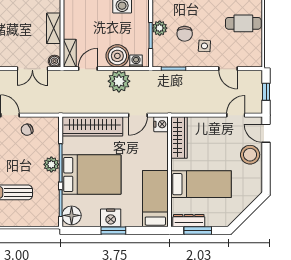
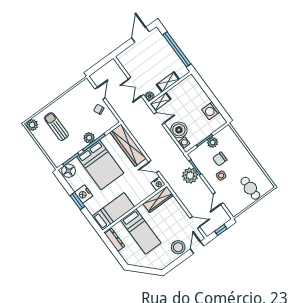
plant: (119, 81) -> (190, 176), moved
window: (198, 231) -> (113, 249), removed

